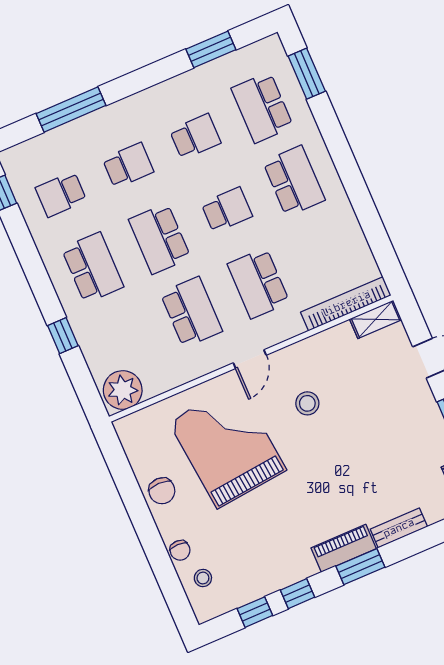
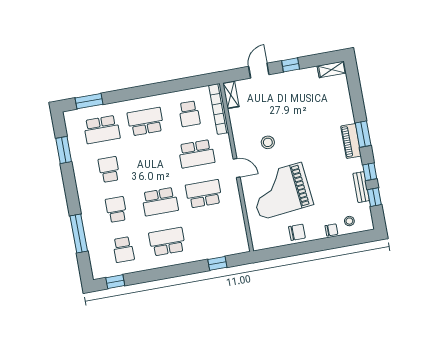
school desk: (227, 210) -> (189, 114), moved, turned 180
window: (63, 336) -> (217, 263), moved
plant: (123, 390) -> (237, 241), removed
bench: (399, 528) -> (361, 187), moved

